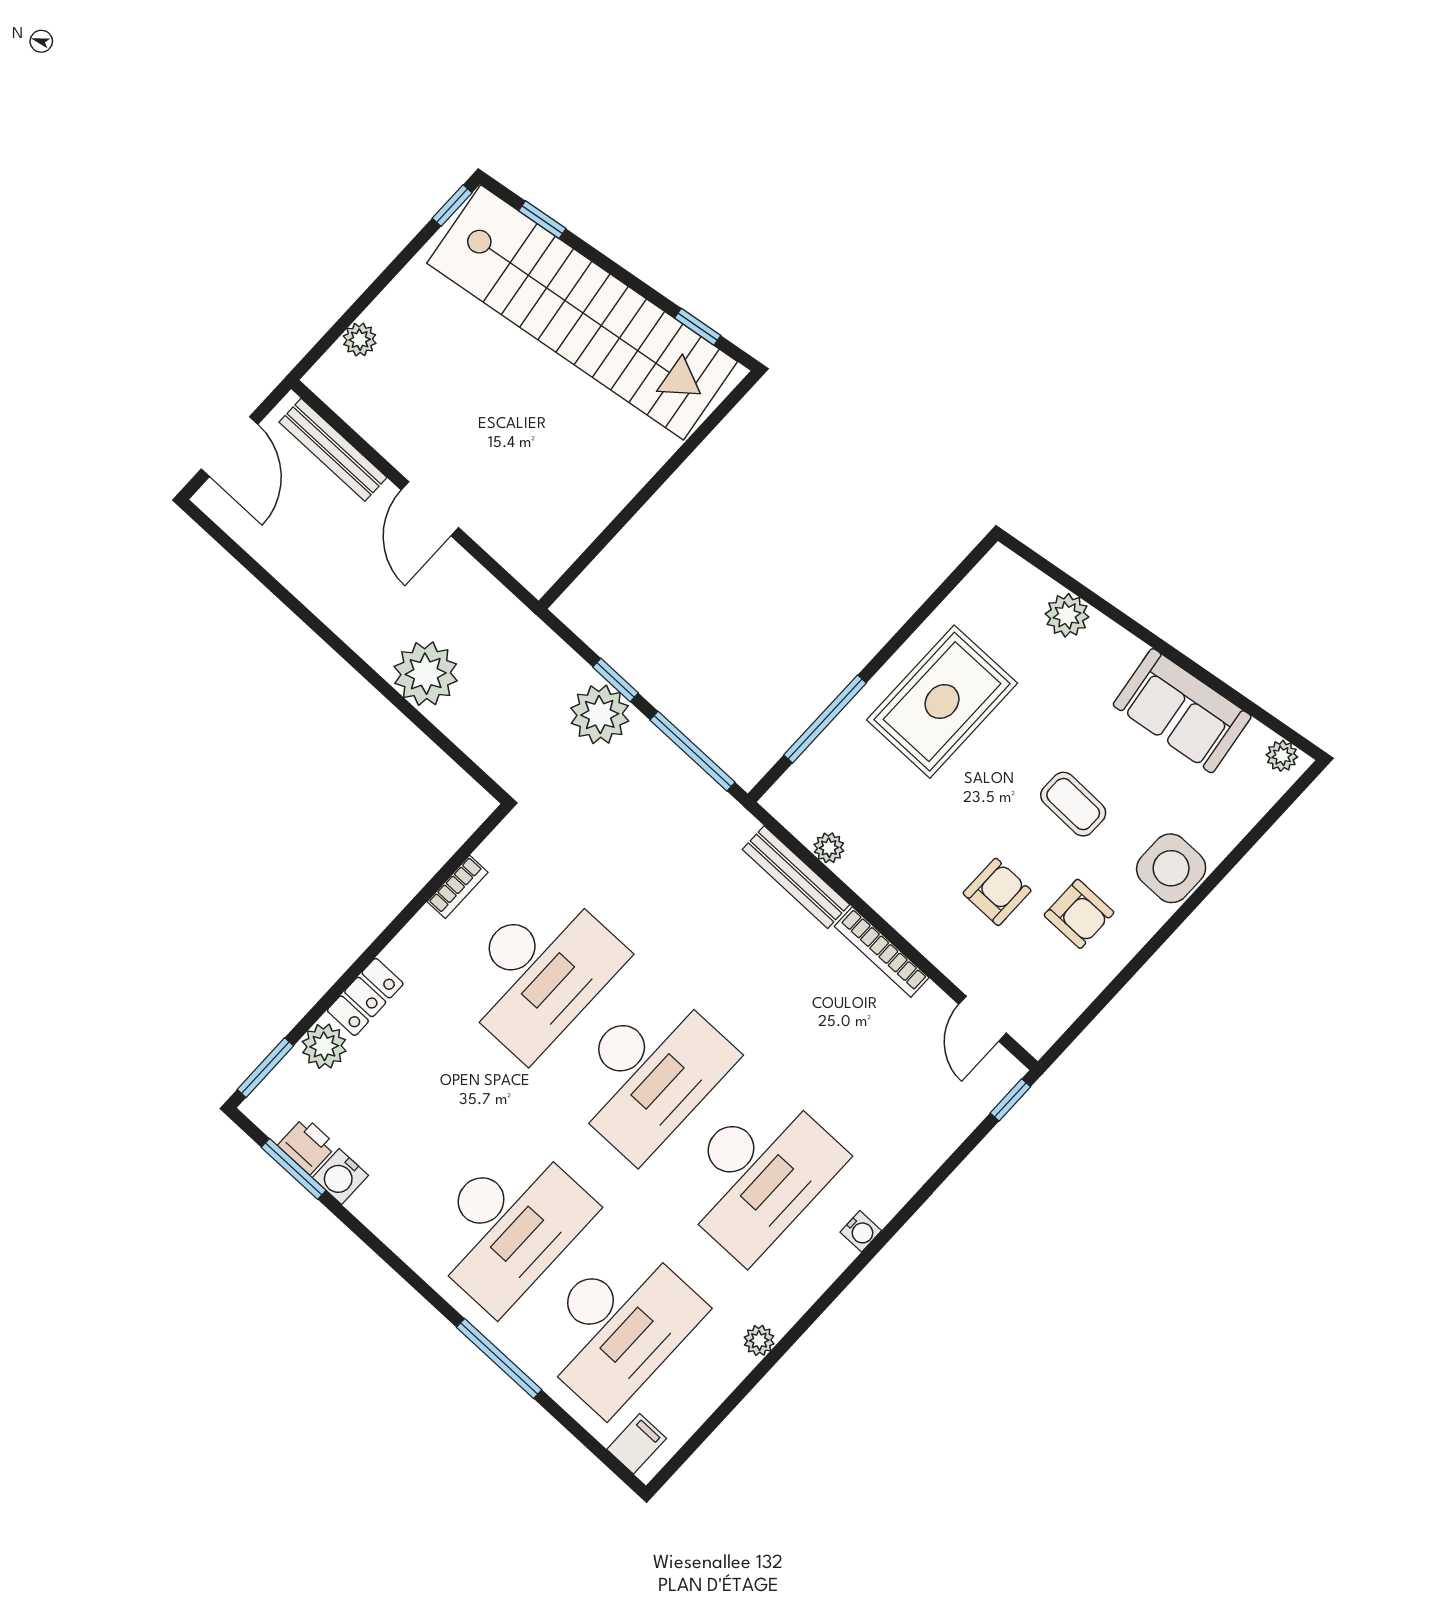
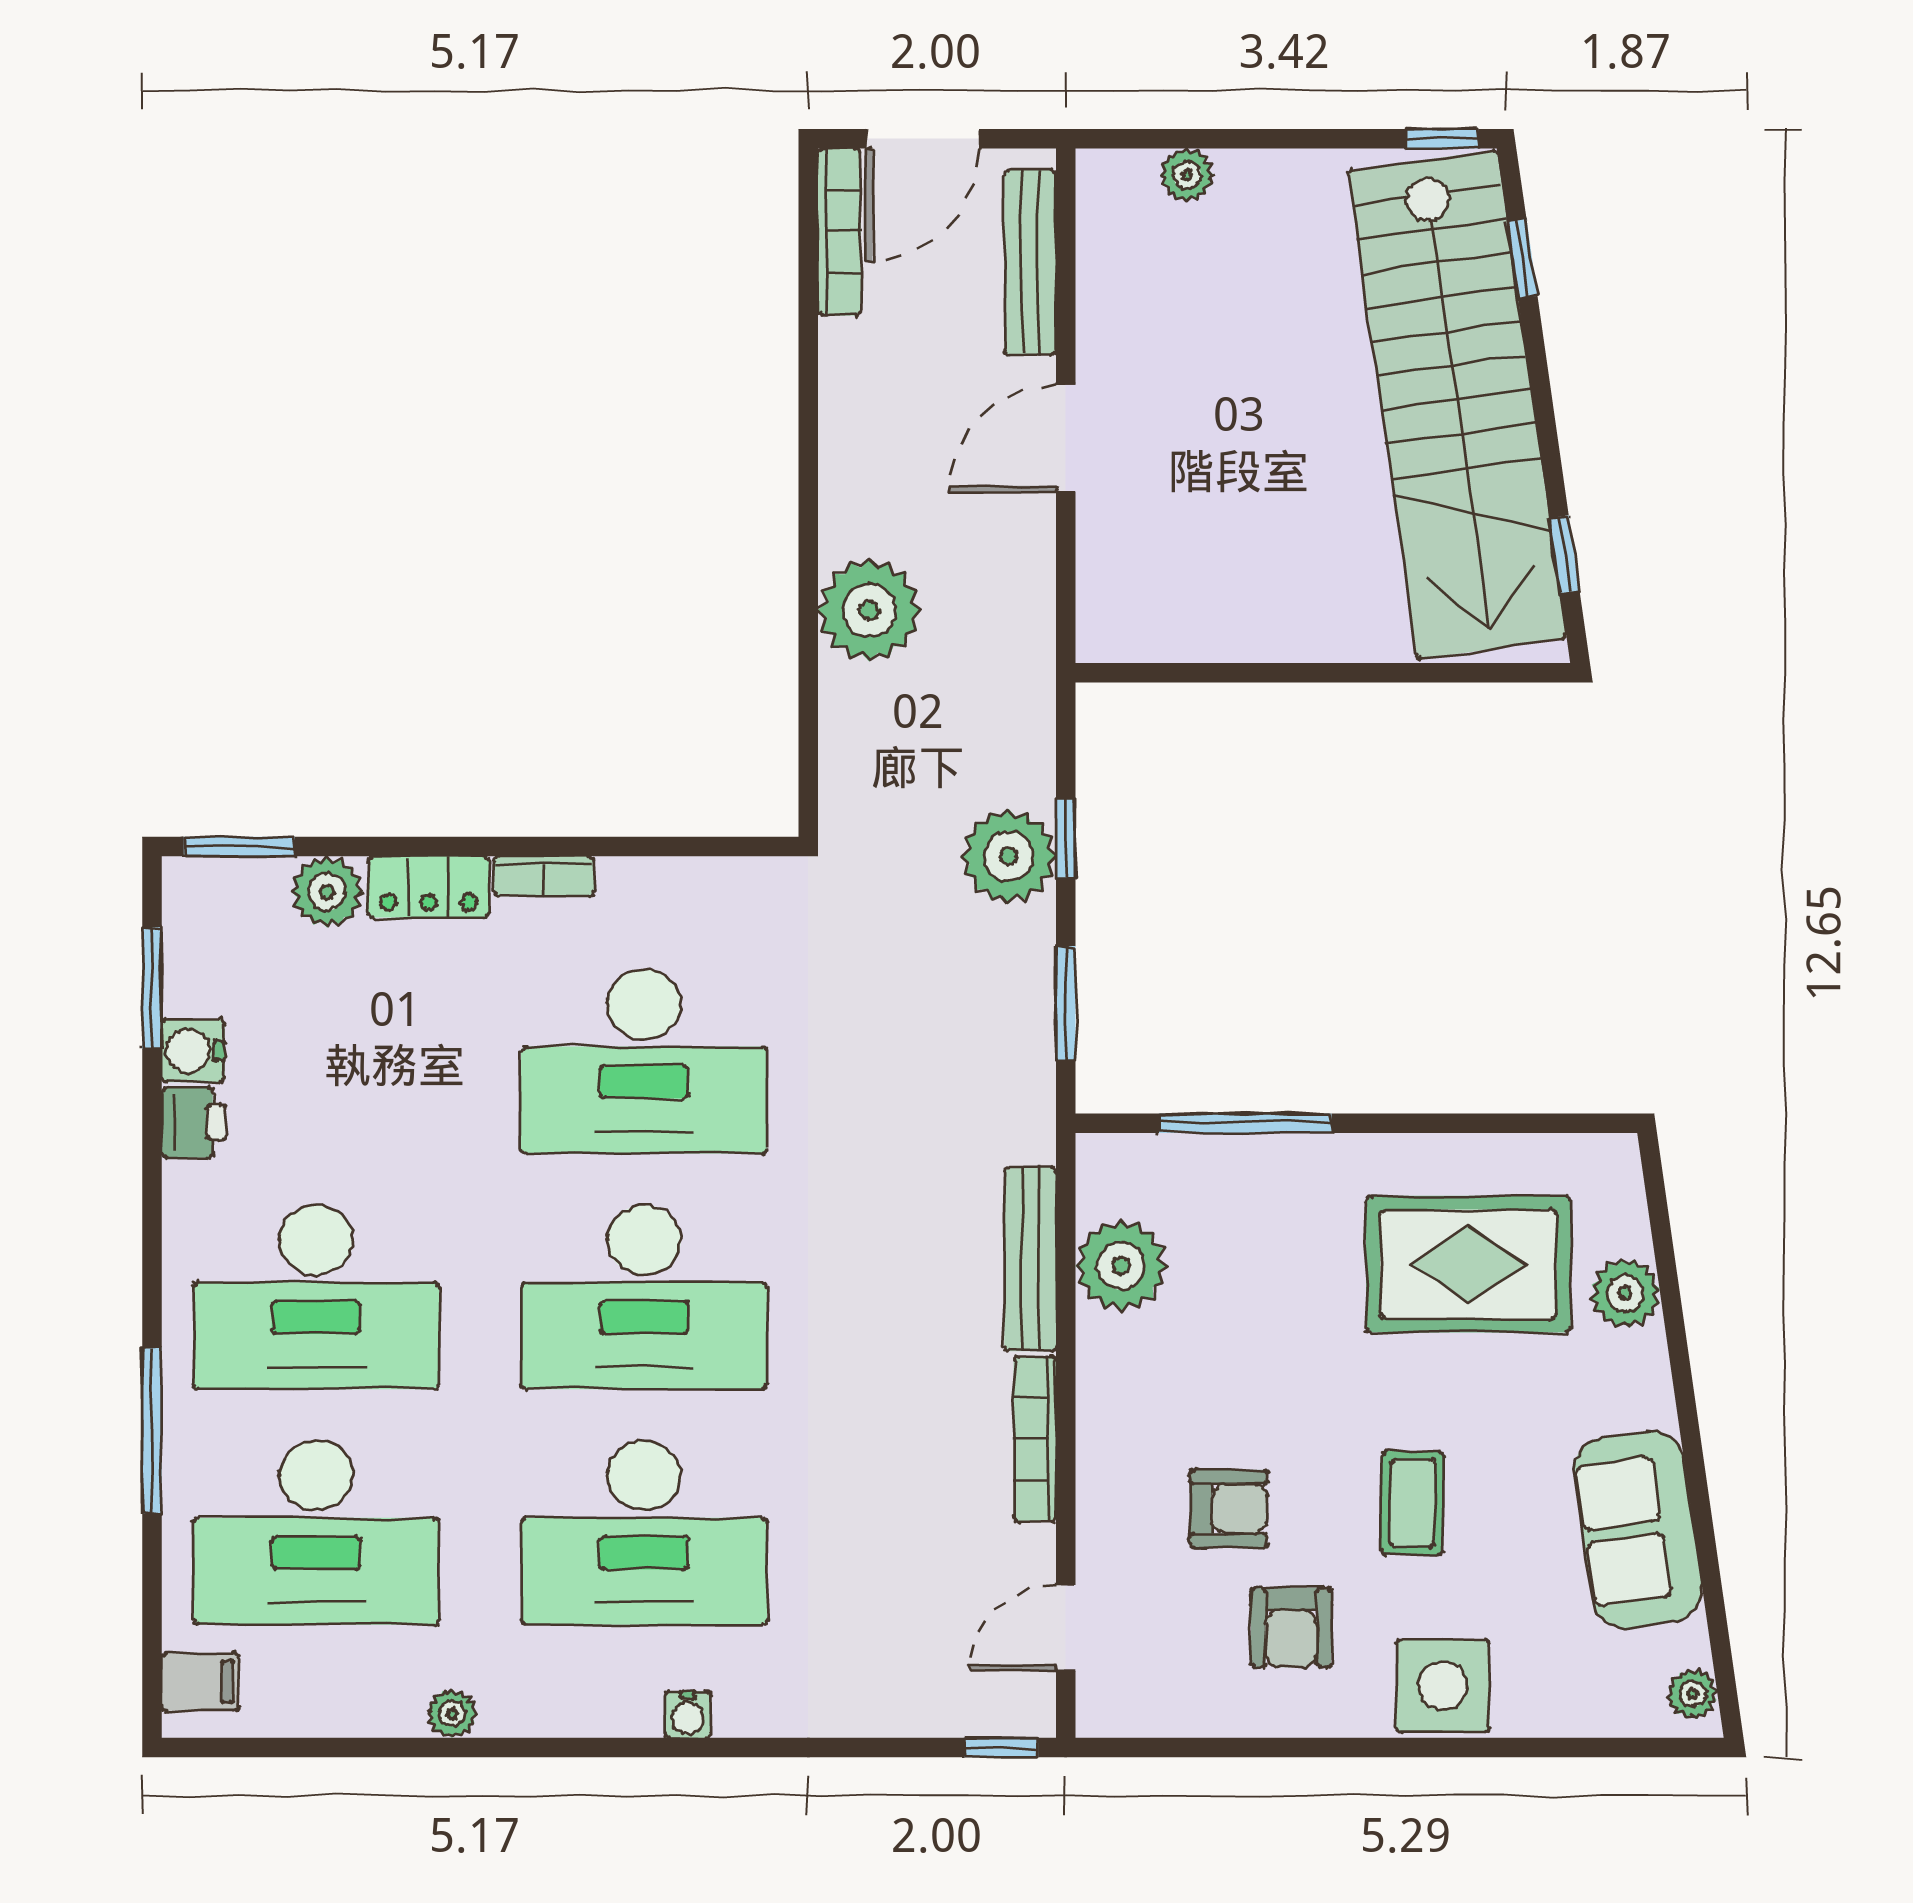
bookcase: (237, 525) -> (839, 232), added
rug: (942, 702) -> (1468, 1264), moved
window: (693, 751) -> (1066, 1004), width x0.69
plant: (829, 848) -> (1121, 1266), width x1.87, depth x1.87
bookcase: (458, 887) -> (544, 876), moved
printer: (307, 1146) -> (194, 1122), moved

